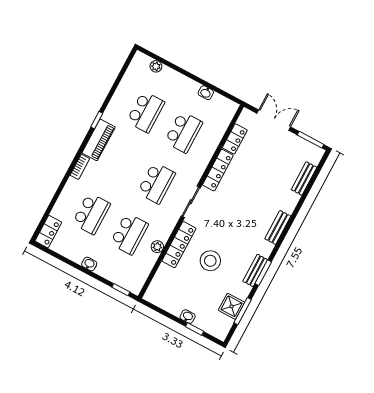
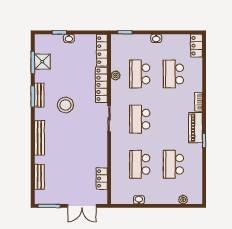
locker: (218, 170) -> (102, 50), moved
bench: (278, 227) -> (39, 138), width x1.36
stool: (210, 261) -> (65, 105), moved

